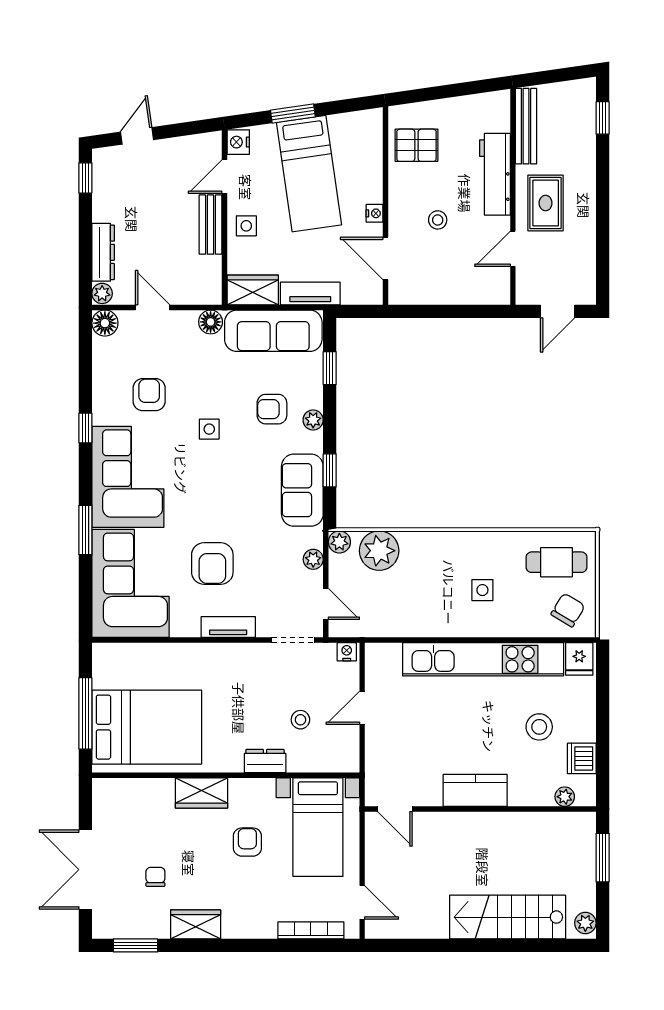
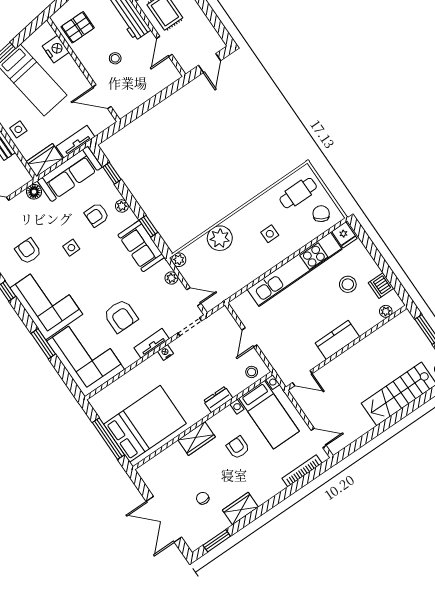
nightstand: (375, 213) -> (56, 49), moved, width x1.89, depth x1.79
plant: (379, 551) -> (220, 238), moved
nightstand: (347, 652) -> (165, 352), moved
stool: (300, 720) -> (252, 372), moved

